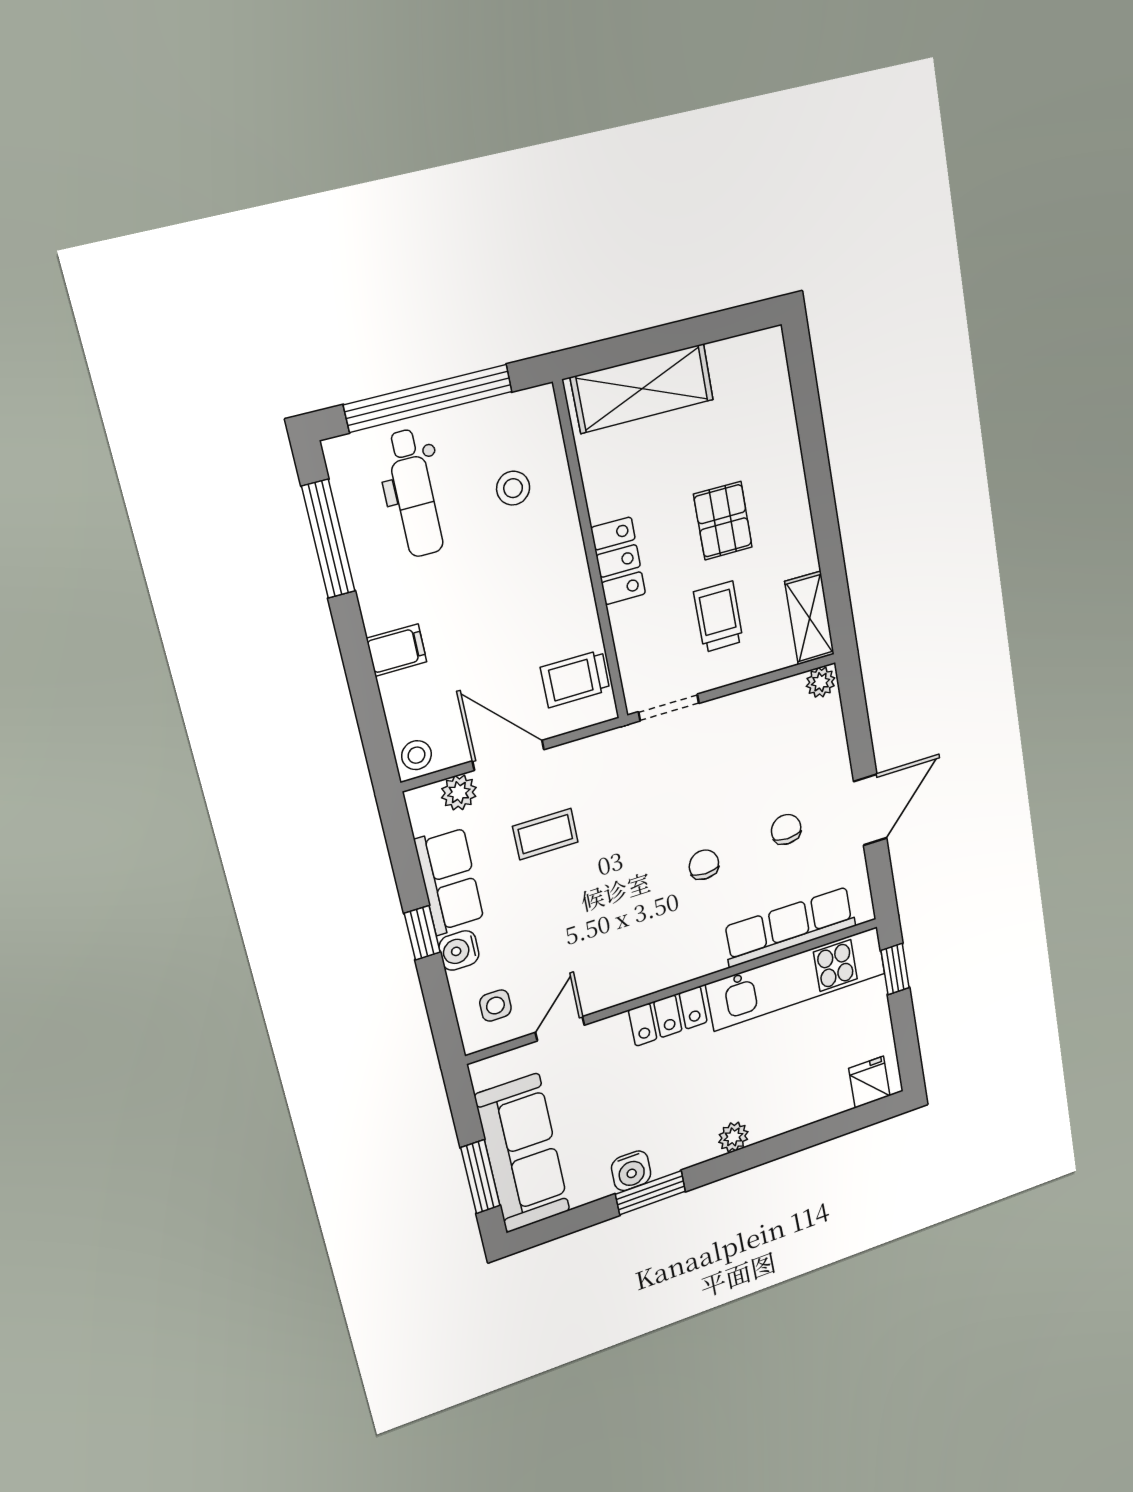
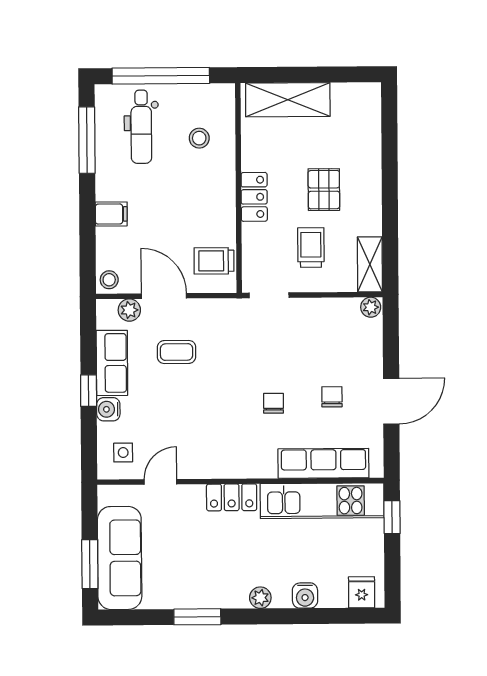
water cooler: (631, 1171) -> (305, 596), moved

